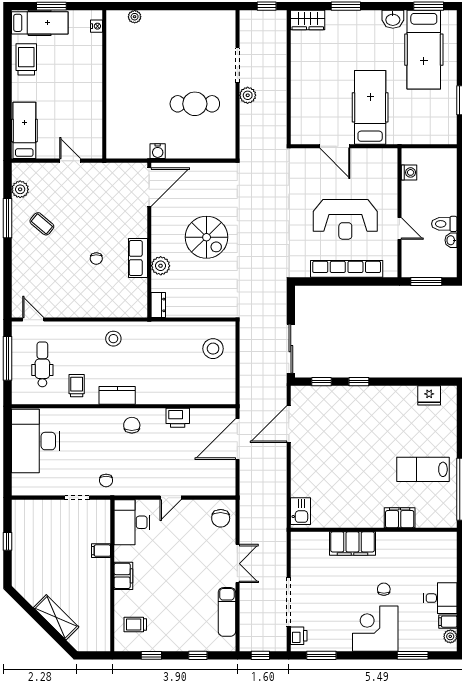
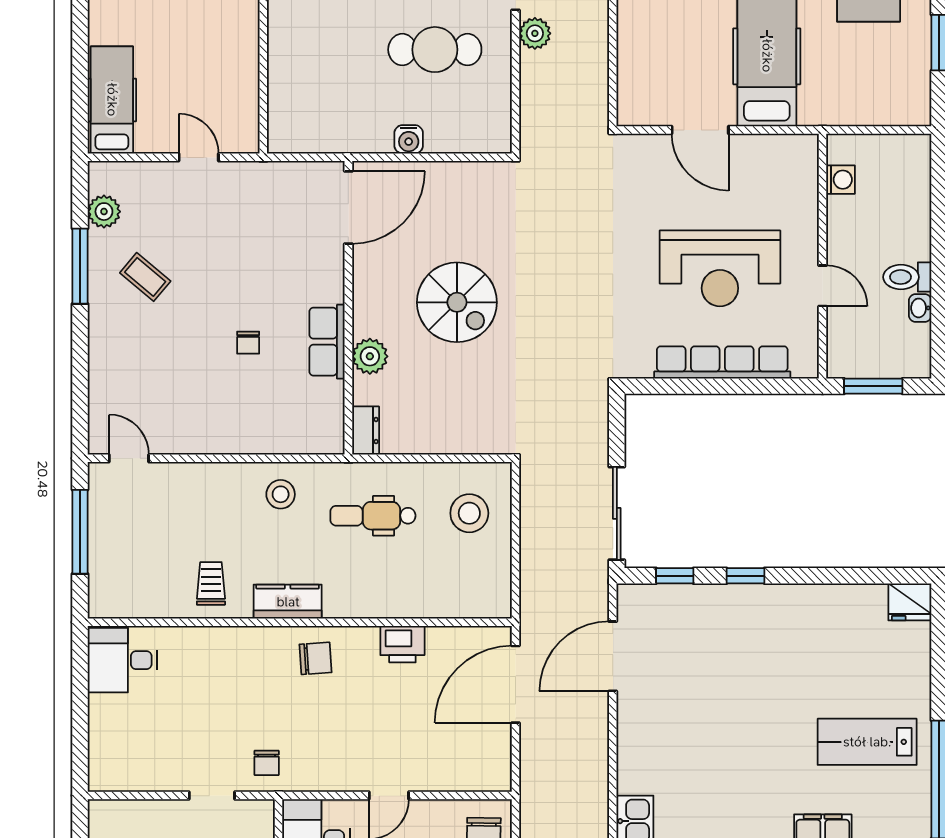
water cooler: (158, 151) -> (409, 139), moved
dental chair: (42, 364) -> (373, 516), moved, turned -90
fridge: (429, 395) -> (910, 602), moved
chair: (132, 425) -> (315, 658), turned 86
desk: (35, 441) -> (122, 660), width x0.53, depth x0.77

